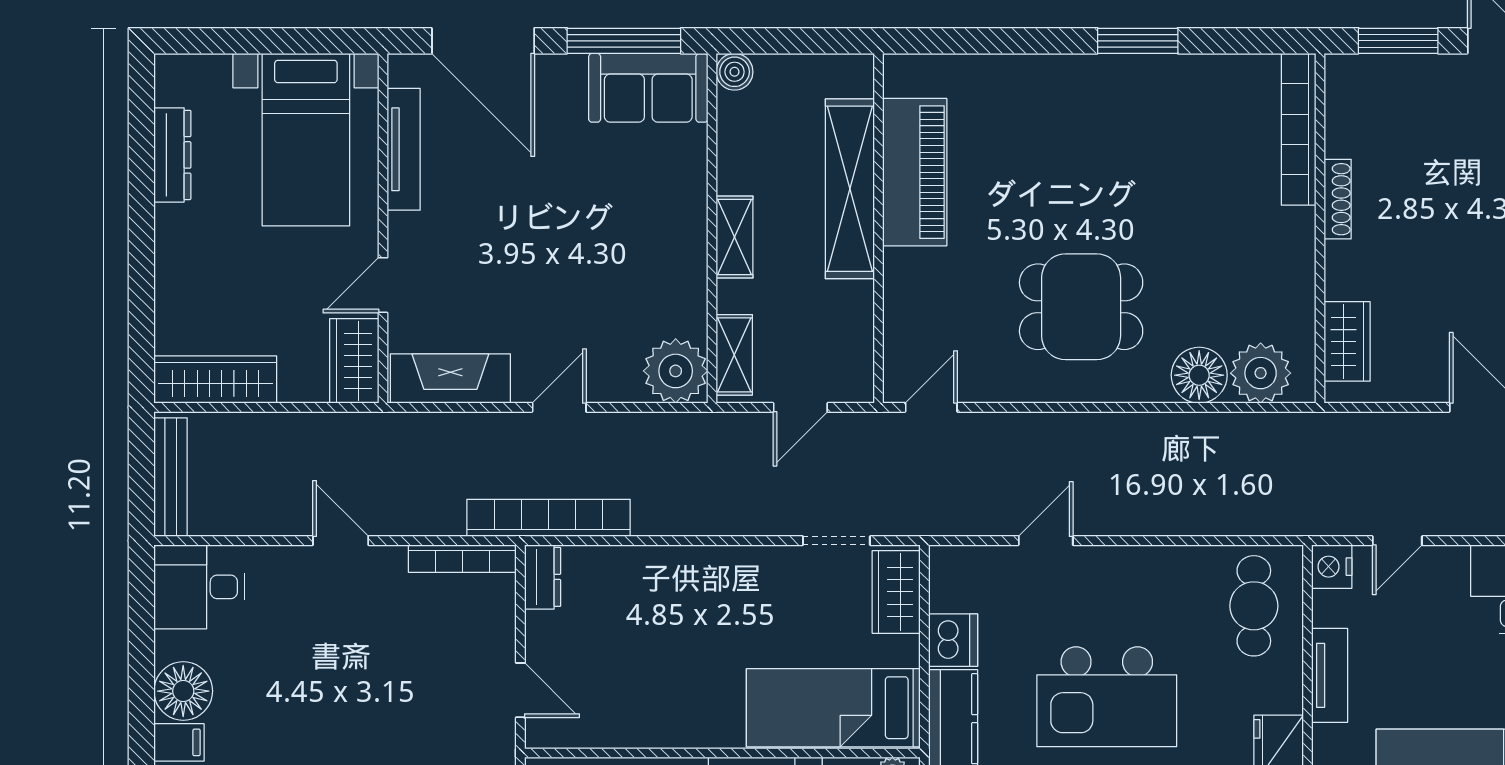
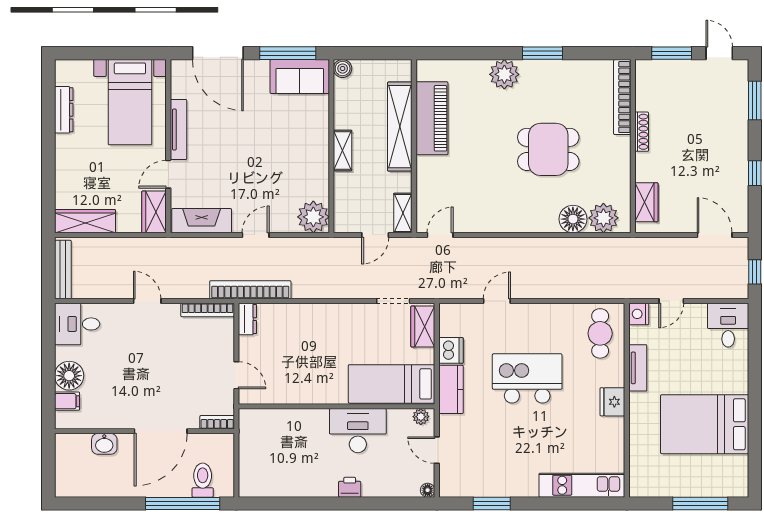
plant: (1061, 83) -> (504, 74), added
tv unit: (404, 149) -> (178, 130), moved
dining table: (1081, 307) -> (548, 149), moved
shelving: (734, 355) -> (403, 213), moved
kitchen island: (1107, 697) -> (527, 378), turned 180

